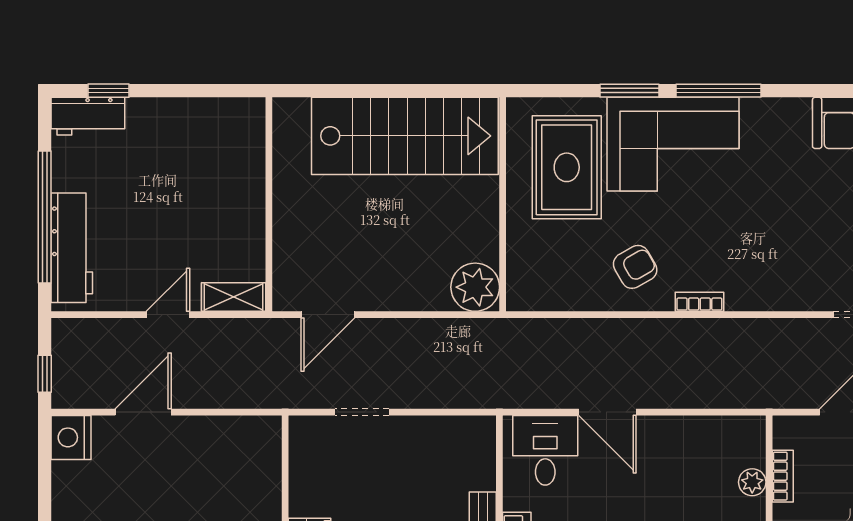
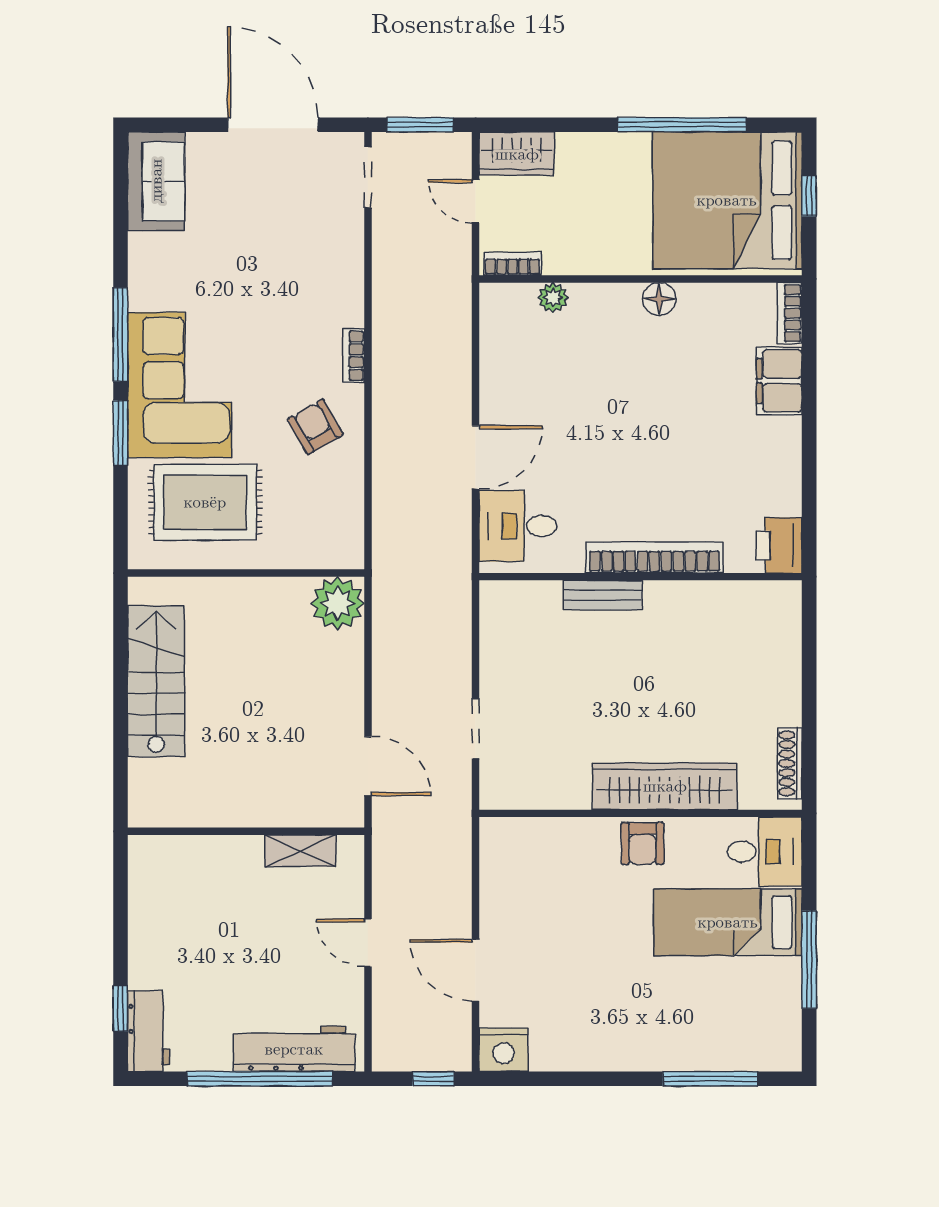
stairs: (405, 136) -> (156, 681), width x0.73, depth x0.66
shelving: (234, 297) -> (300, 851), moved, turned 90
bookcase: (783, 476) -> (513, 264), moved

